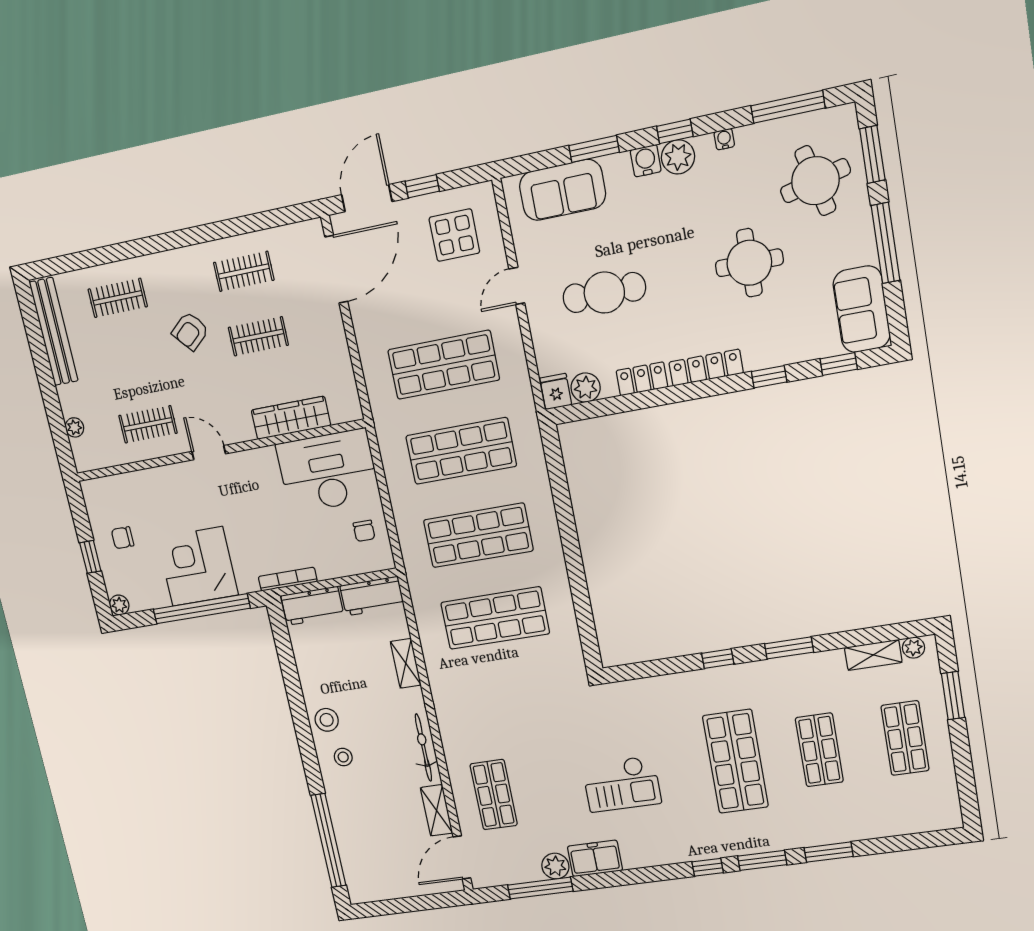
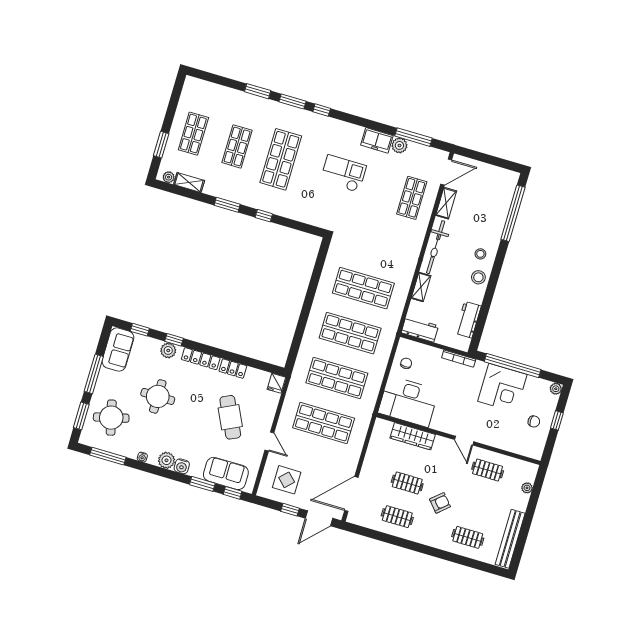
window: (675, 131) -> (233, 493), moved
door: (517, 286) -> (269, 441), hinge flipped
cafe table: (604, 293) -> (230, 417), turned 64
plant: (586, 388) -> (168, 350), moved
workbench: (312, 606) -> (468, 320), moved, turned -90
bicycle: (423, 748) -> (436, 247), width x1.37, depth x1.40

